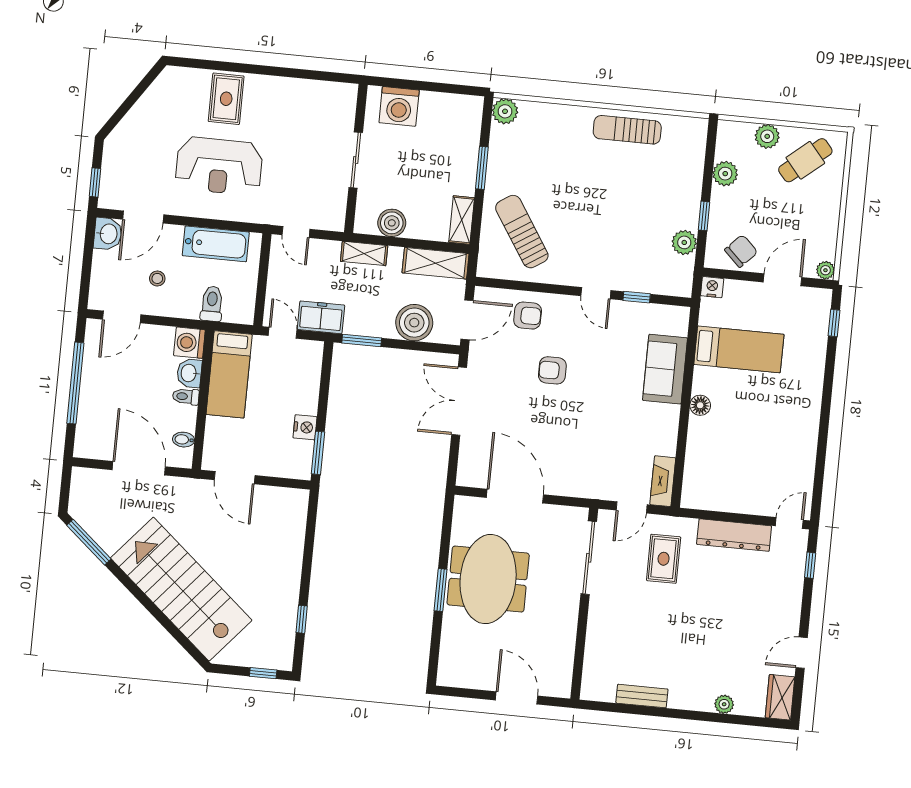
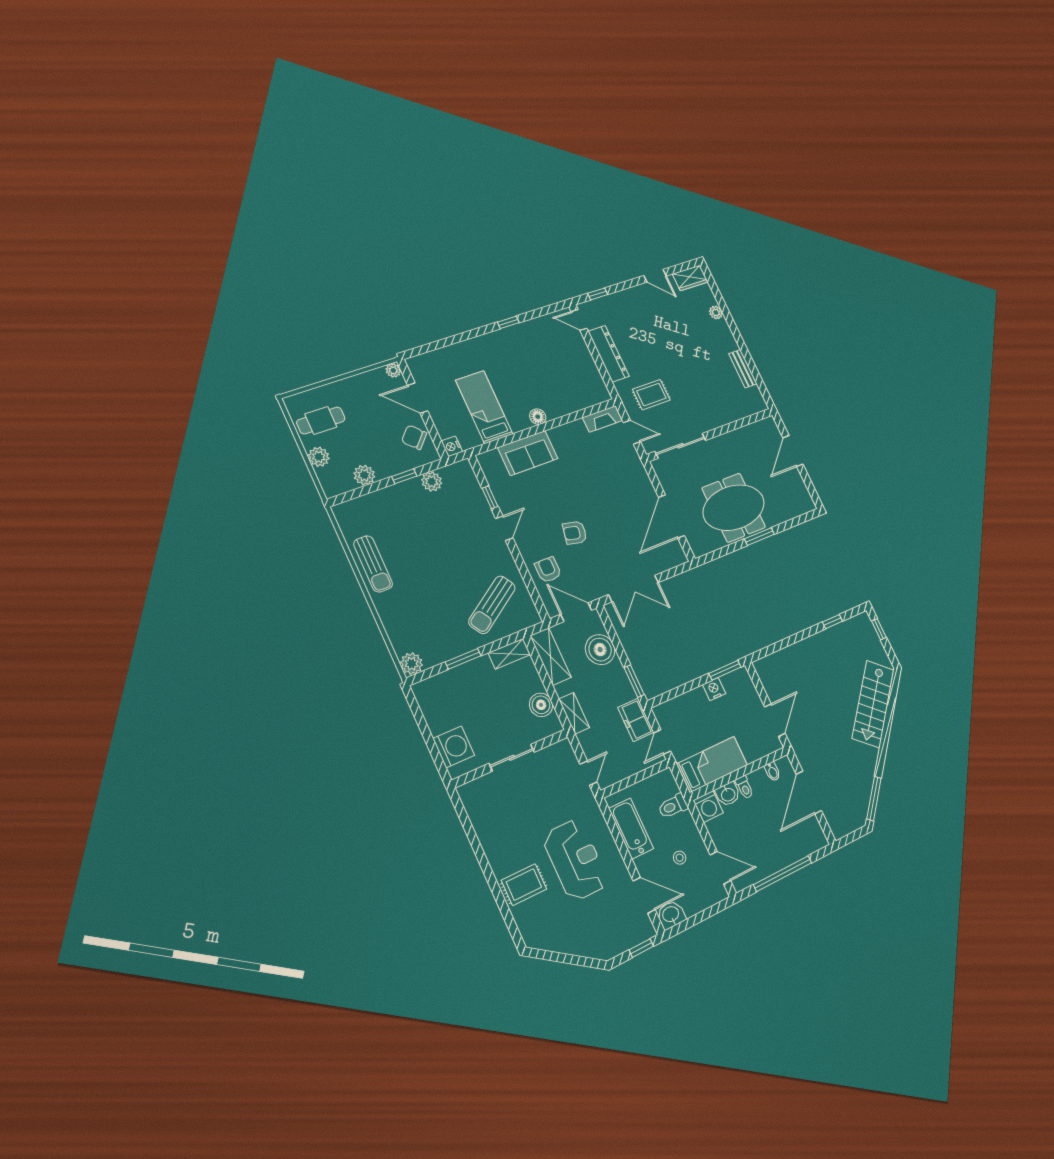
cafe table: (805, 160) -> (321, 421), turned -50
window: (834, 323) -> (508, 322), moved
armchair: (552, 370) -> (575, 533), turned 102
stairs: (181, 589) -> (873, 704), width x0.73, depth x0.66

